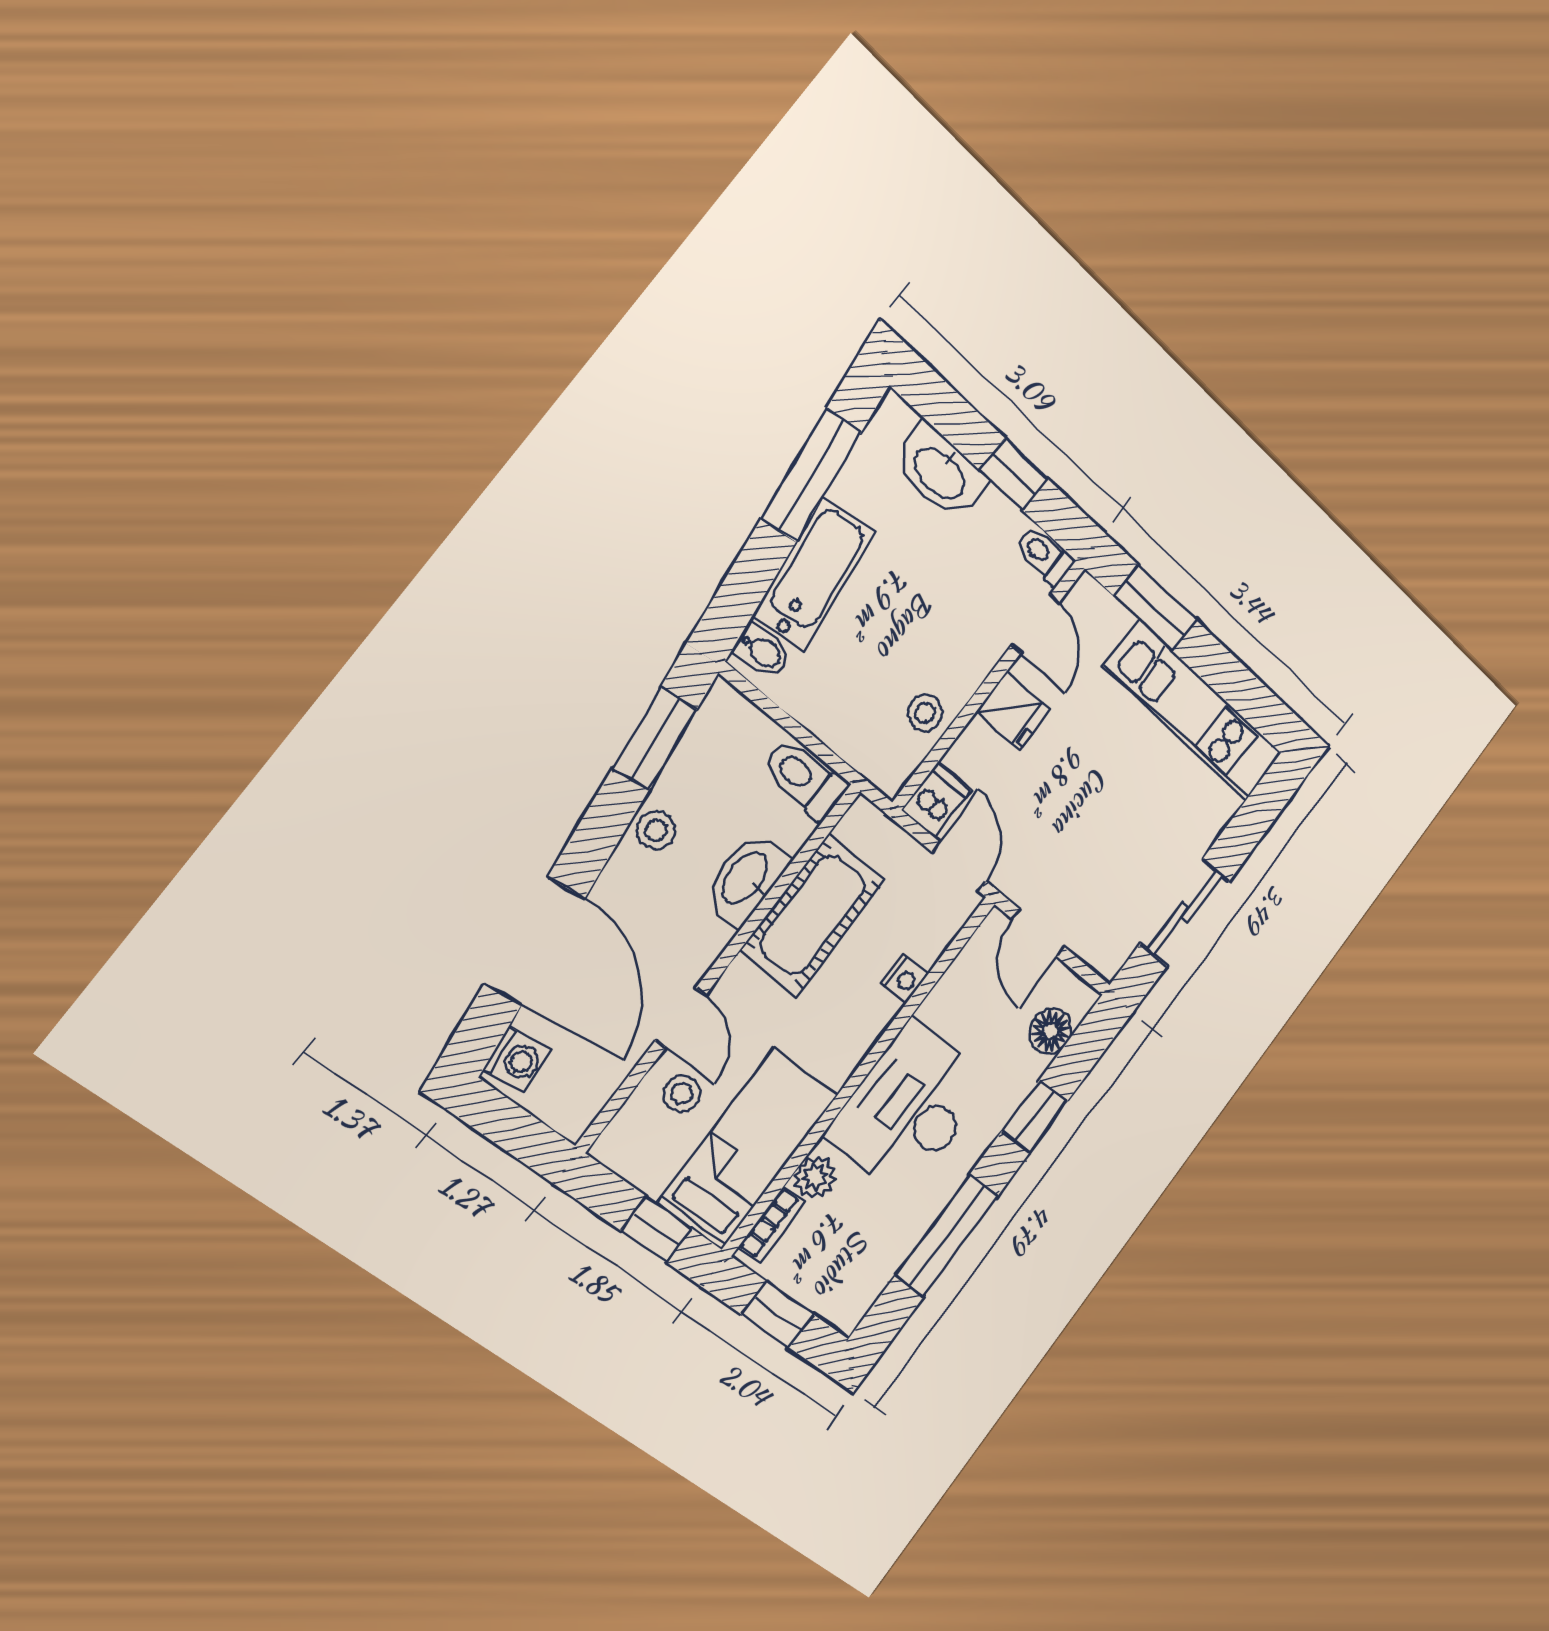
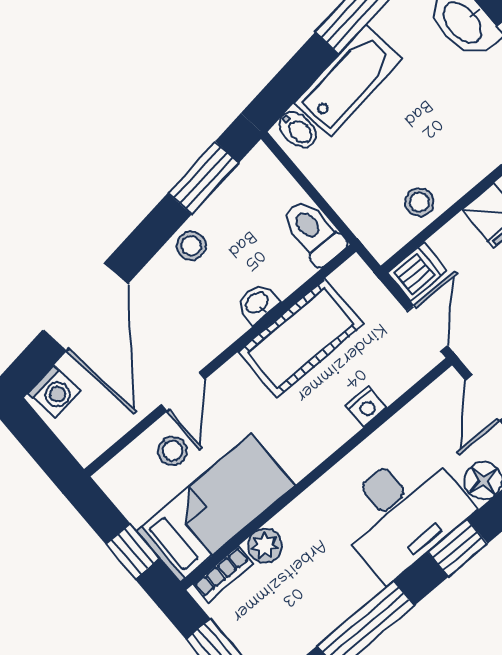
washbasin: (746, 879) -> (257, 303), width x0.52, depth x0.69
desk: (909, 1108) -> (402, 512), moved, turned 180

